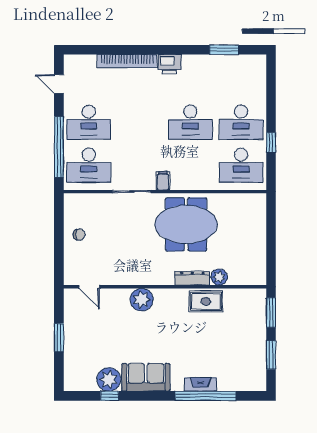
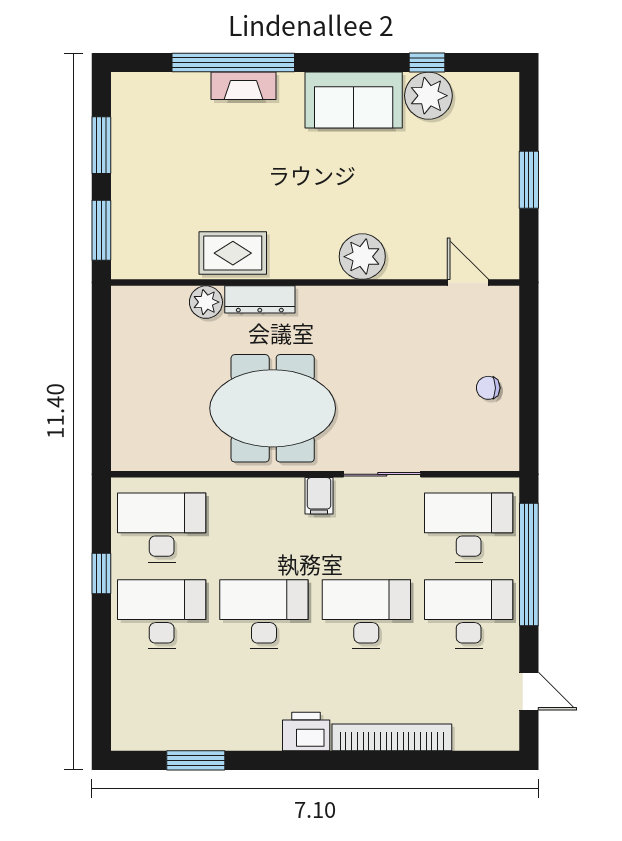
desk: (140, 122) -> (366, 614), added

